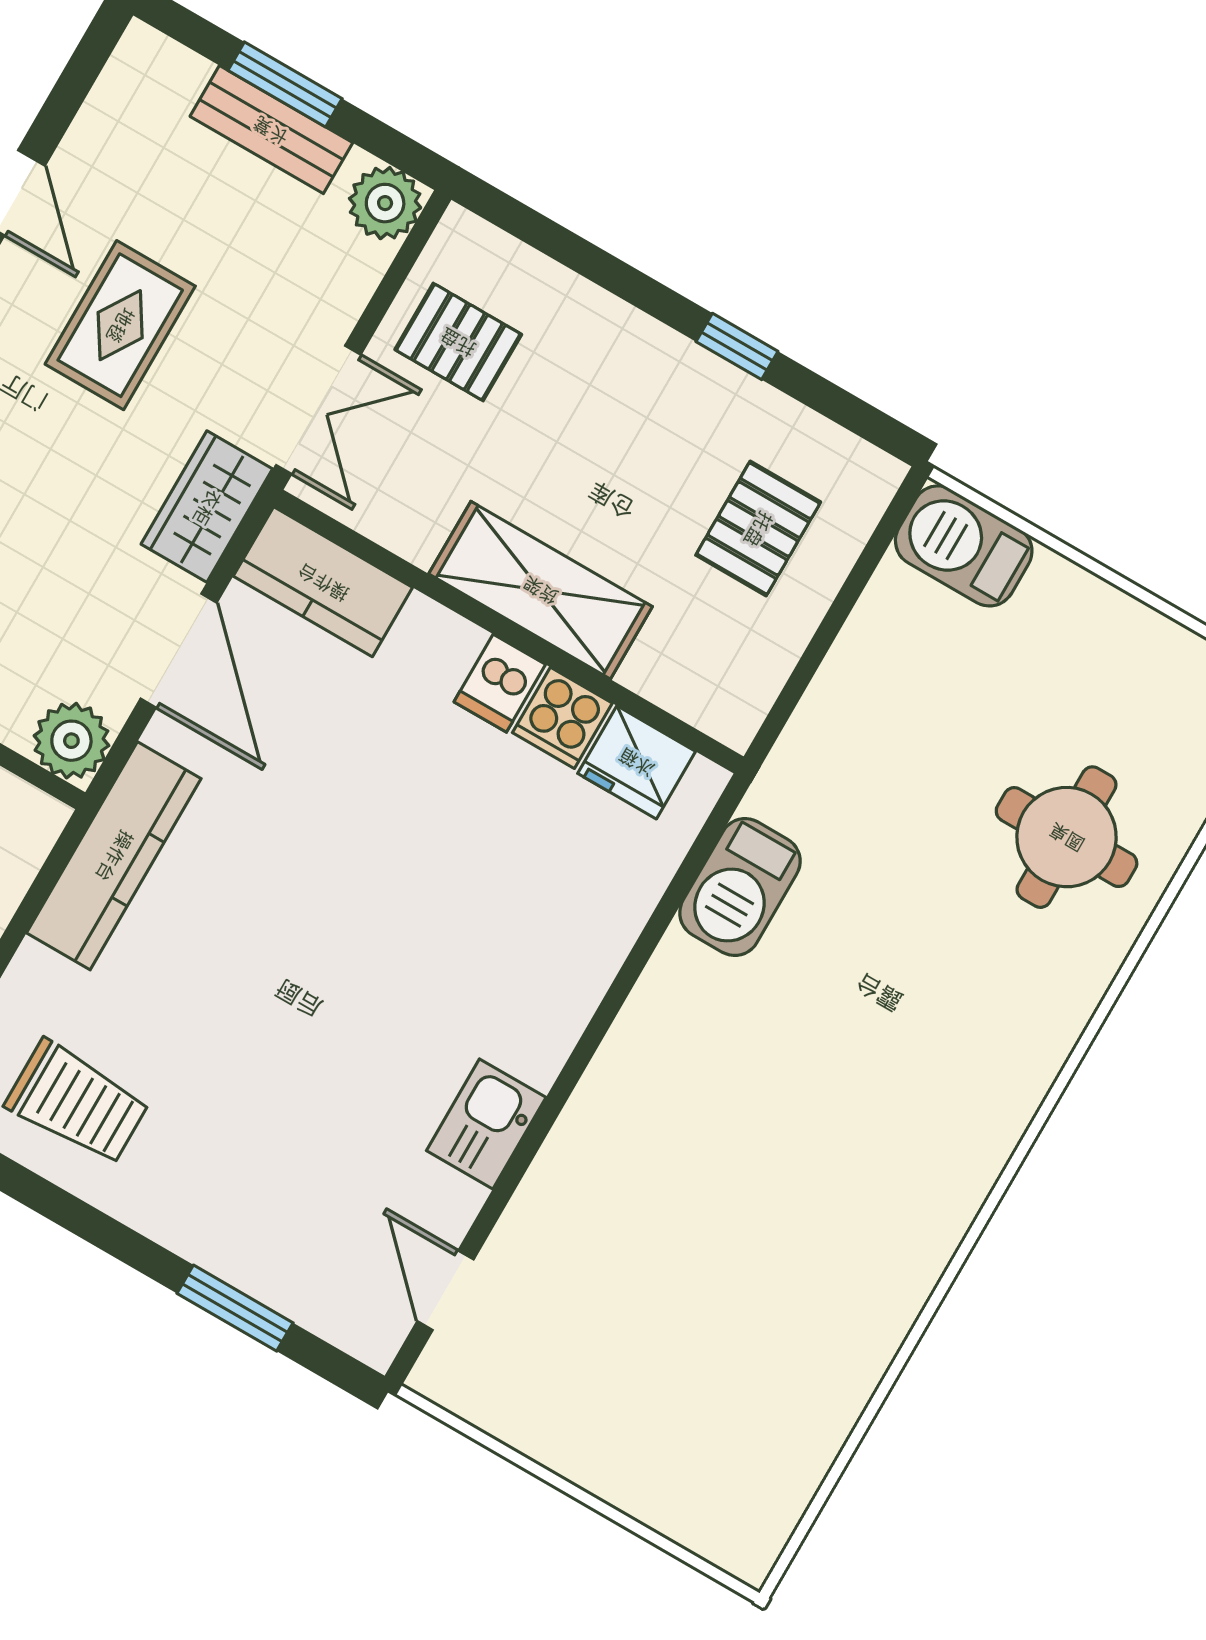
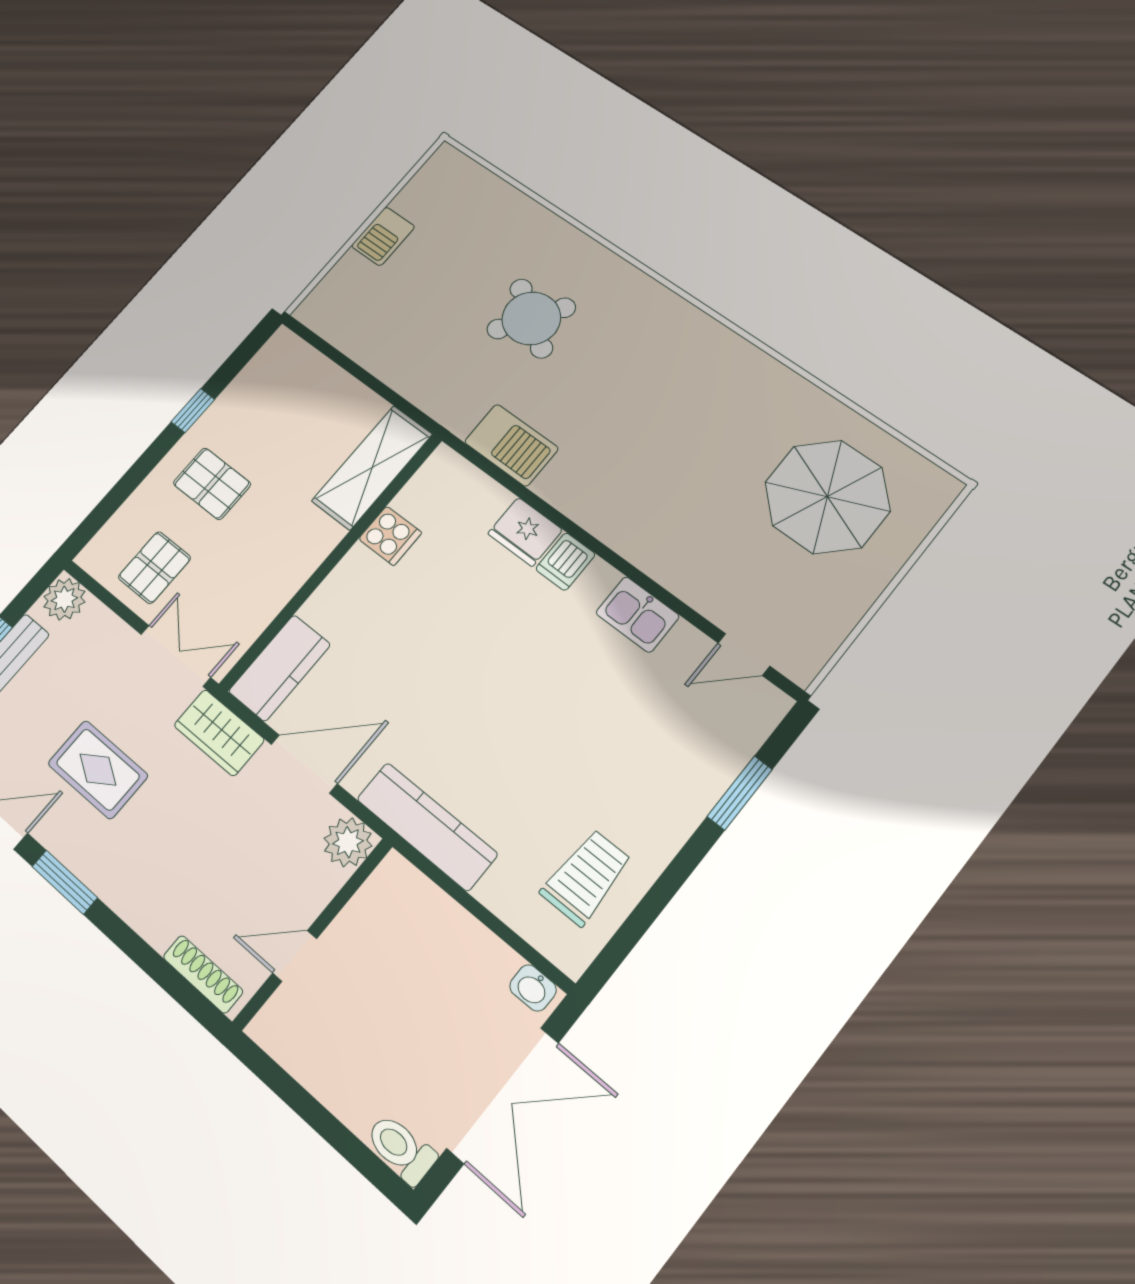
pallet: (758, 529) -> (212, 484), moved
barbecue: (964, 546) -> (383, 236), moved, width x0.73, depth x0.79
shelving: (541, 590) -> (372, 467), moved
dishwasher: (500, 683) -> (565, 562), moved, turned 90
fridge: (637, 762) -> (525, 532), moved, turned 90
round table: (1067, 837) -> (531, 318), moved, turned 34
parasol: (714, 1388) -> (827, 497), added

